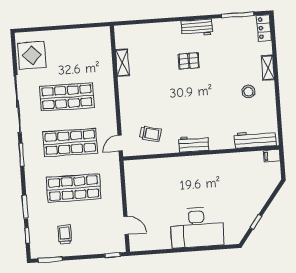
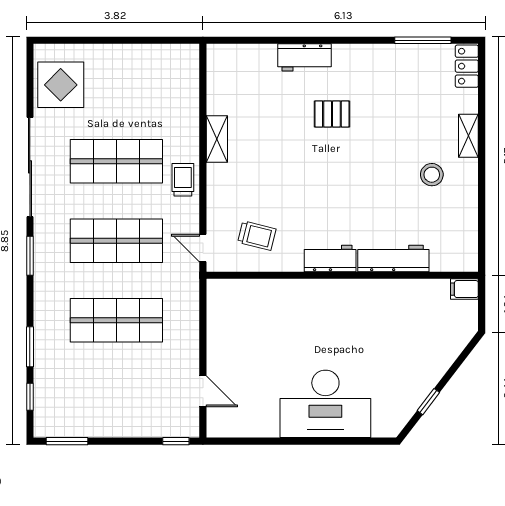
workbench: (197, 28) -> (304, 57), moved
shelving: (122, 63) -> (217, 139), moved
workbench: (255, 139) -> (393, 258), moved
door: (120, 143) -> (203, 248), hinge flipped
trolley: (65, 235) -> (183, 180), moved

